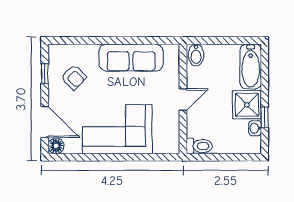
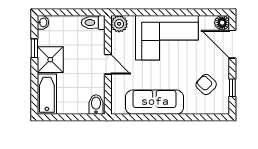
door: (183, 100) -> (108, 64), swing flipped
washbasin: (255, 128) -> (43, 22), moved
plant: (170, 145) -> (119, 24), added

